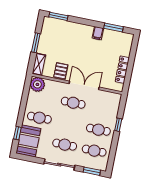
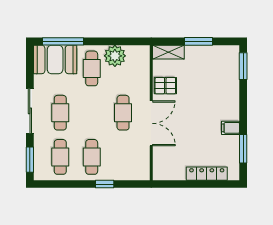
locker: (122, 70) -> (207, 174), moved
plant: (37, 84) -> (115, 56), moved
window: (17, 133) -> (63, 41), width x2.17

